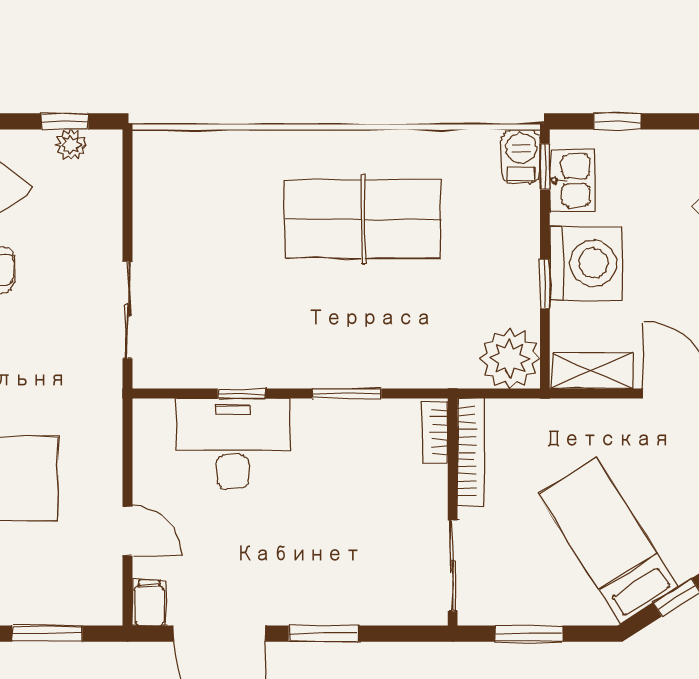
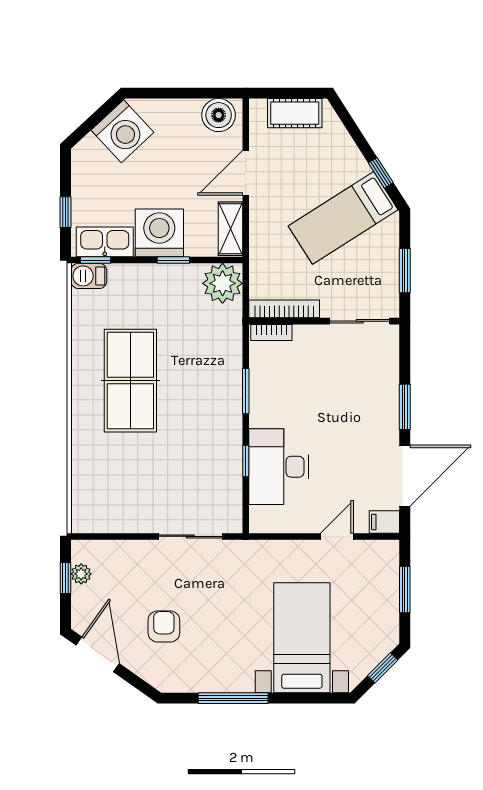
kitchen sink: (572, 181) -> (105, 242), width x1.38

